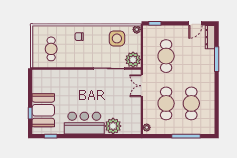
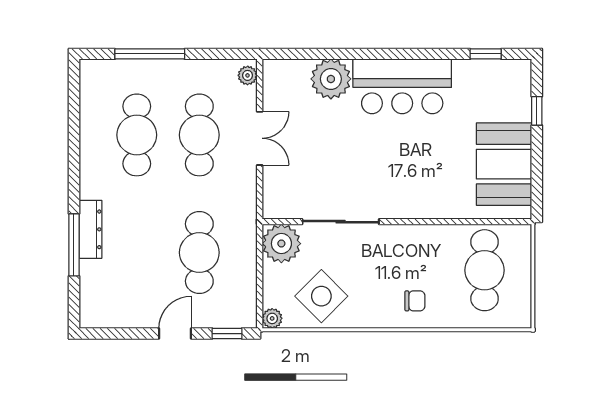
door: (195, 23) -> (175, 334), moved
dresser: (210, 37) -> (90, 229), moved
side table: (117, 38) -> (321, 296), turned 45
cafe table: (51, 49) -> (485, 270), width x1.37, depth x1.35
double door: (142, 86) -> (260, 138), moved
booth: (43, 110) -> (504, 164), moved

